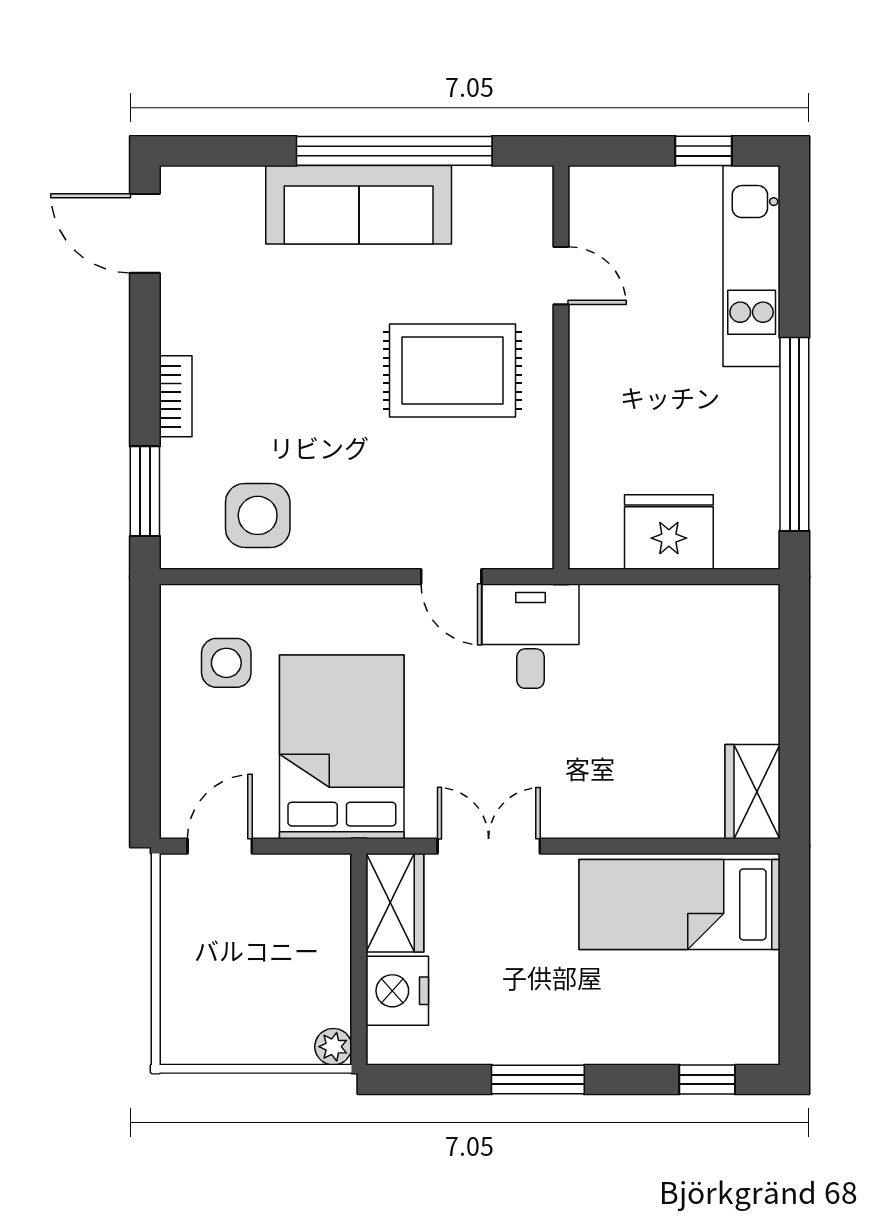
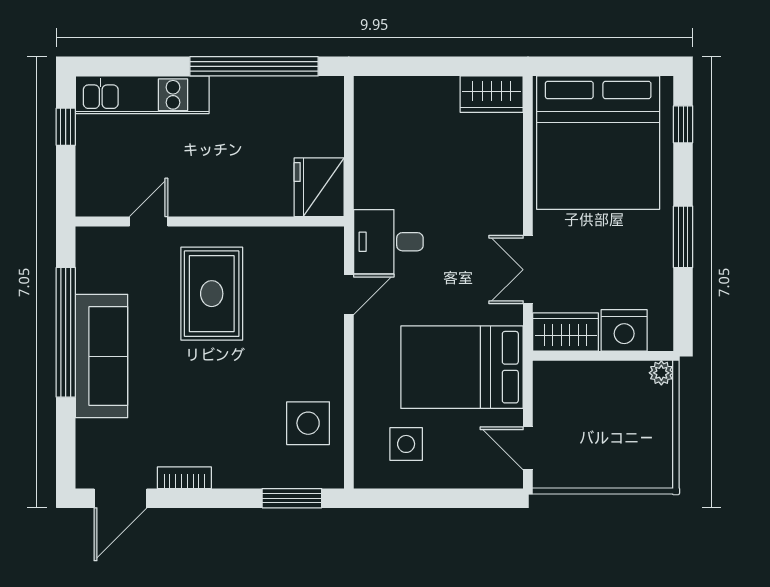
bookcase: (176, 396) -> (184, 478), moved
fridge: (669, 532) -> (319, 187), moved
bed: (679, 904) -> (598, 143), width x2.04

